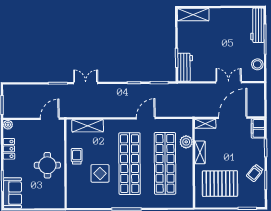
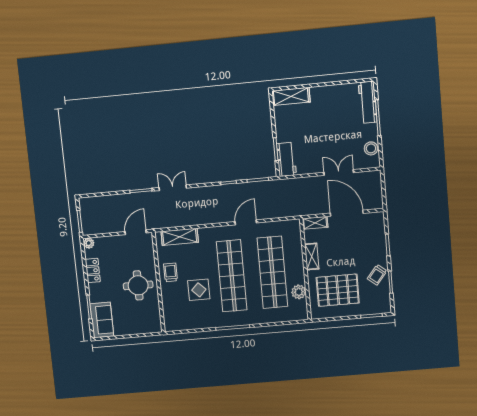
door: (233, 118) -> (347, 213), hinge flipped
filing cabinet: (258, 128) -> (377, 223), removed
plant: (186, 142) -> (299, 292), moved

